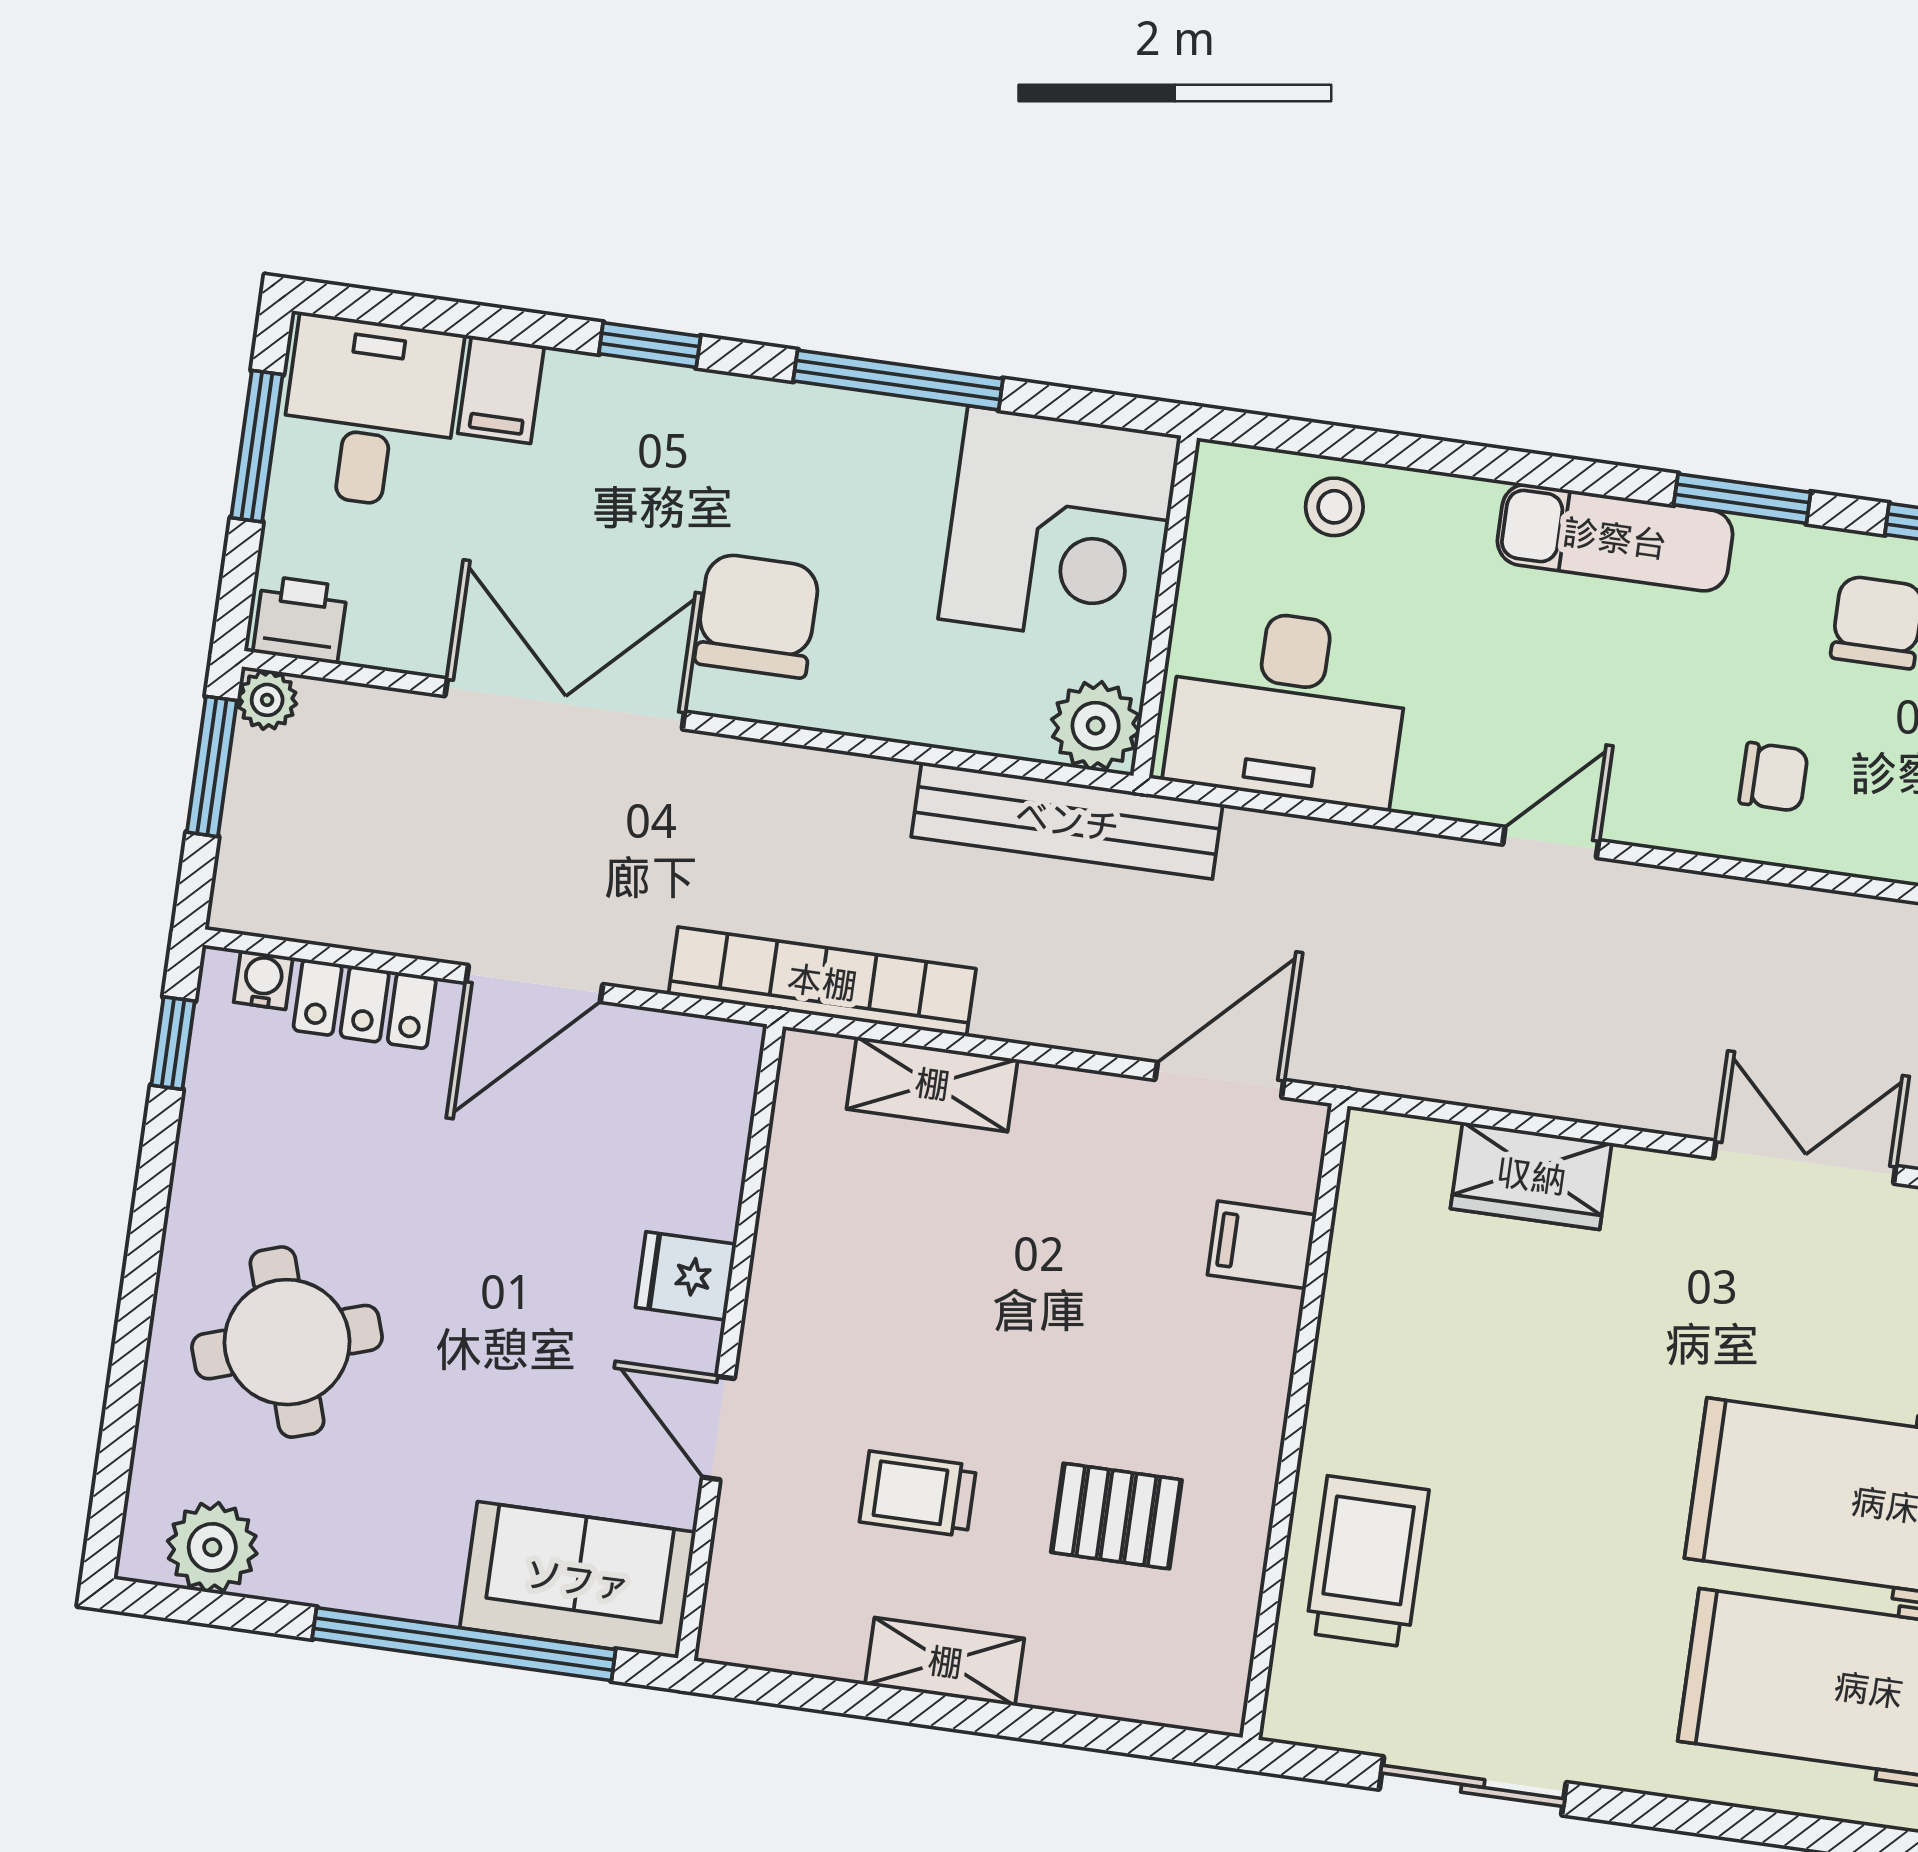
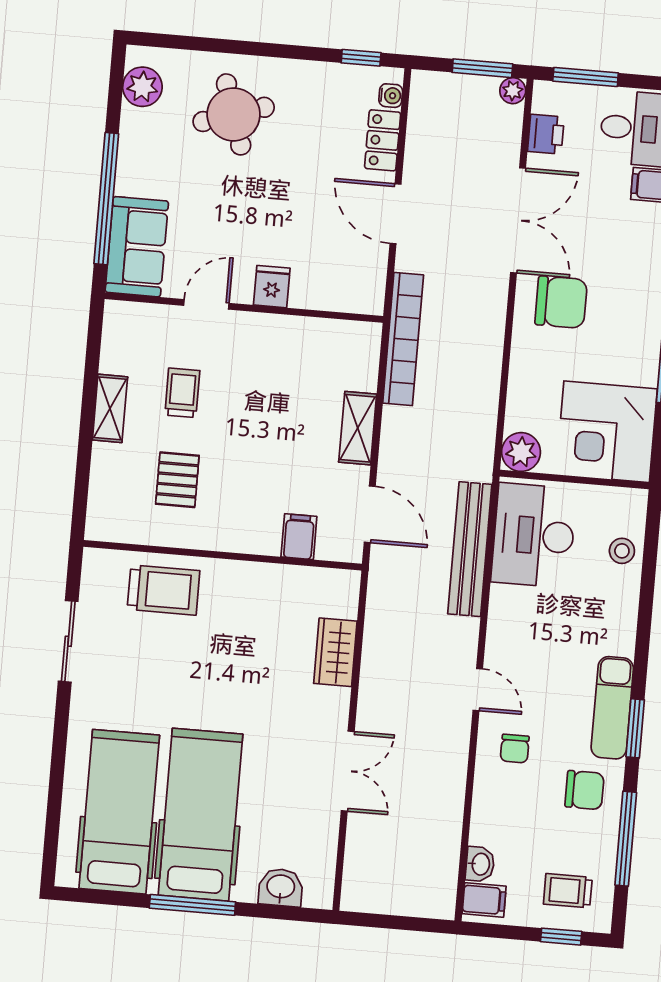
window: (257, 446) -> (586, 77), moved
exam couch: (1615, 538) -> (612, 708), moved
printer: (300, 620) -> (546, 134), moved
bench: (1067, 821) -> (470, 549), moved
door: (1551, 842) -> (478, 690), moved
shelving: (932, 1084) -> (358, 428), moved

